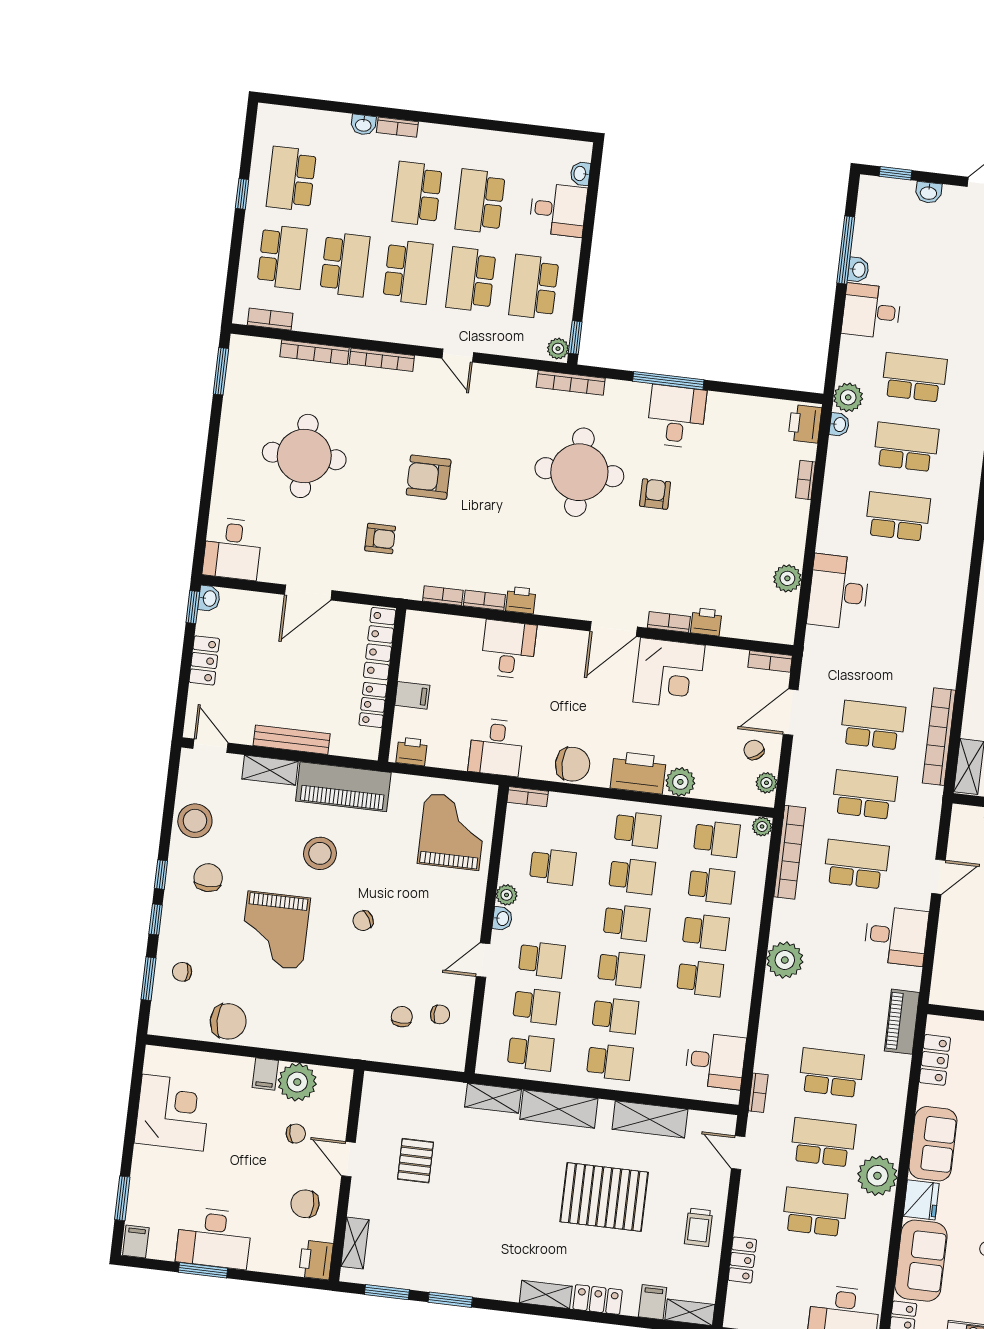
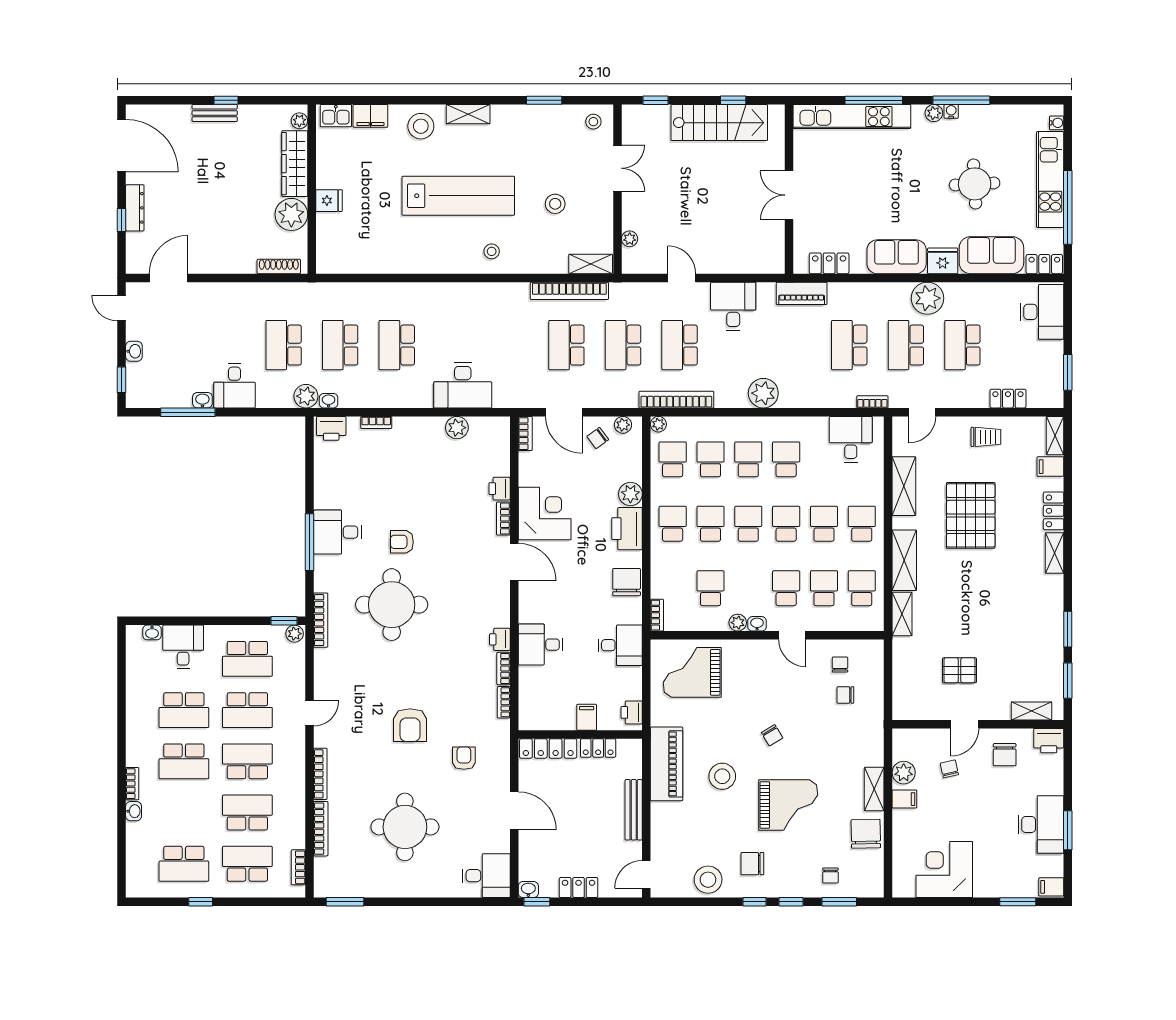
shelving: (270, 770) -> (874, 789), moved
plant: (297, 1082) -> (904, 773), width x0.73, depth x0.73

